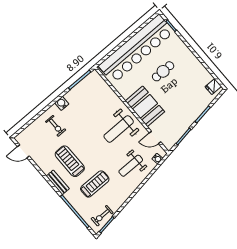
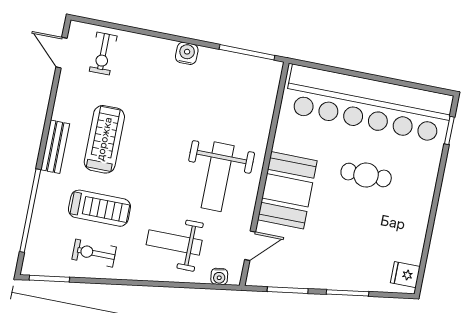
exercise bike: (56, 126) -> (103, 54), moved
weight bench: (119, 129) -> (218, 177), turned -90
door: (155, 137) -> (250, 246), swing flipped
exercise bike: (102, 216) -> (94, 253), moved

